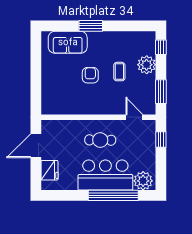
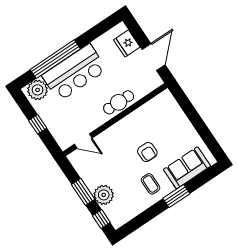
coffee table: (119, 72) -> (150, 184), moved
window: (161, 92) -> (83, 192), moved
cafe table: (100, 140) -> (119, 102), moved
window: (161, 140) -> (38, 124), moved

